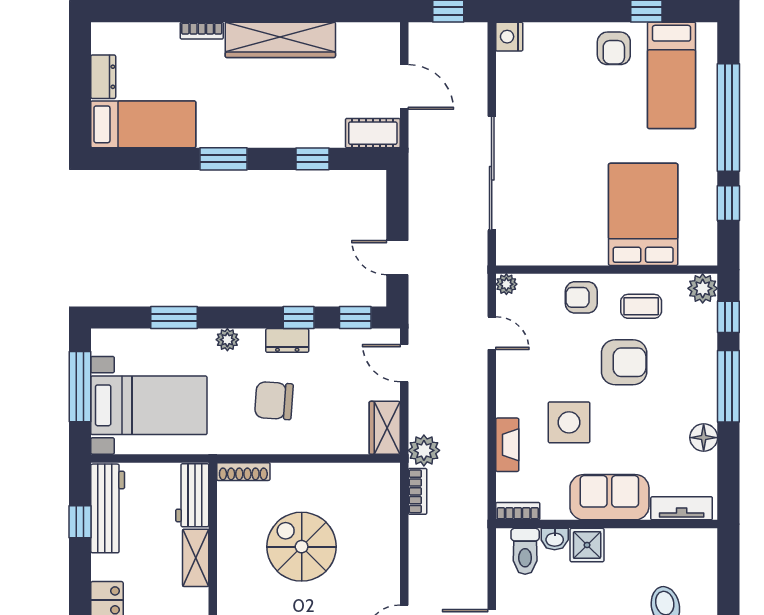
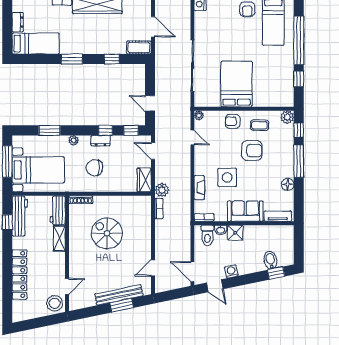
bed: (643, 214) -> (236, 84), moved

